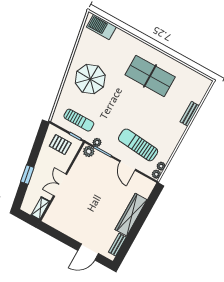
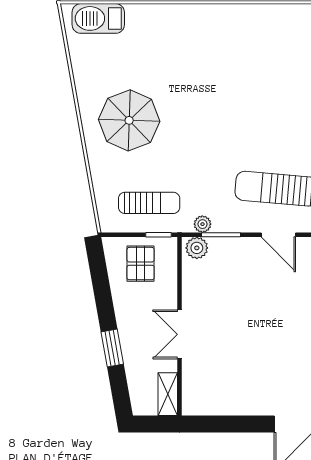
table tennis table: (150, 76) -> (231, 57), removed
pallet: (60, 145) -> (141, 264), turned 90

